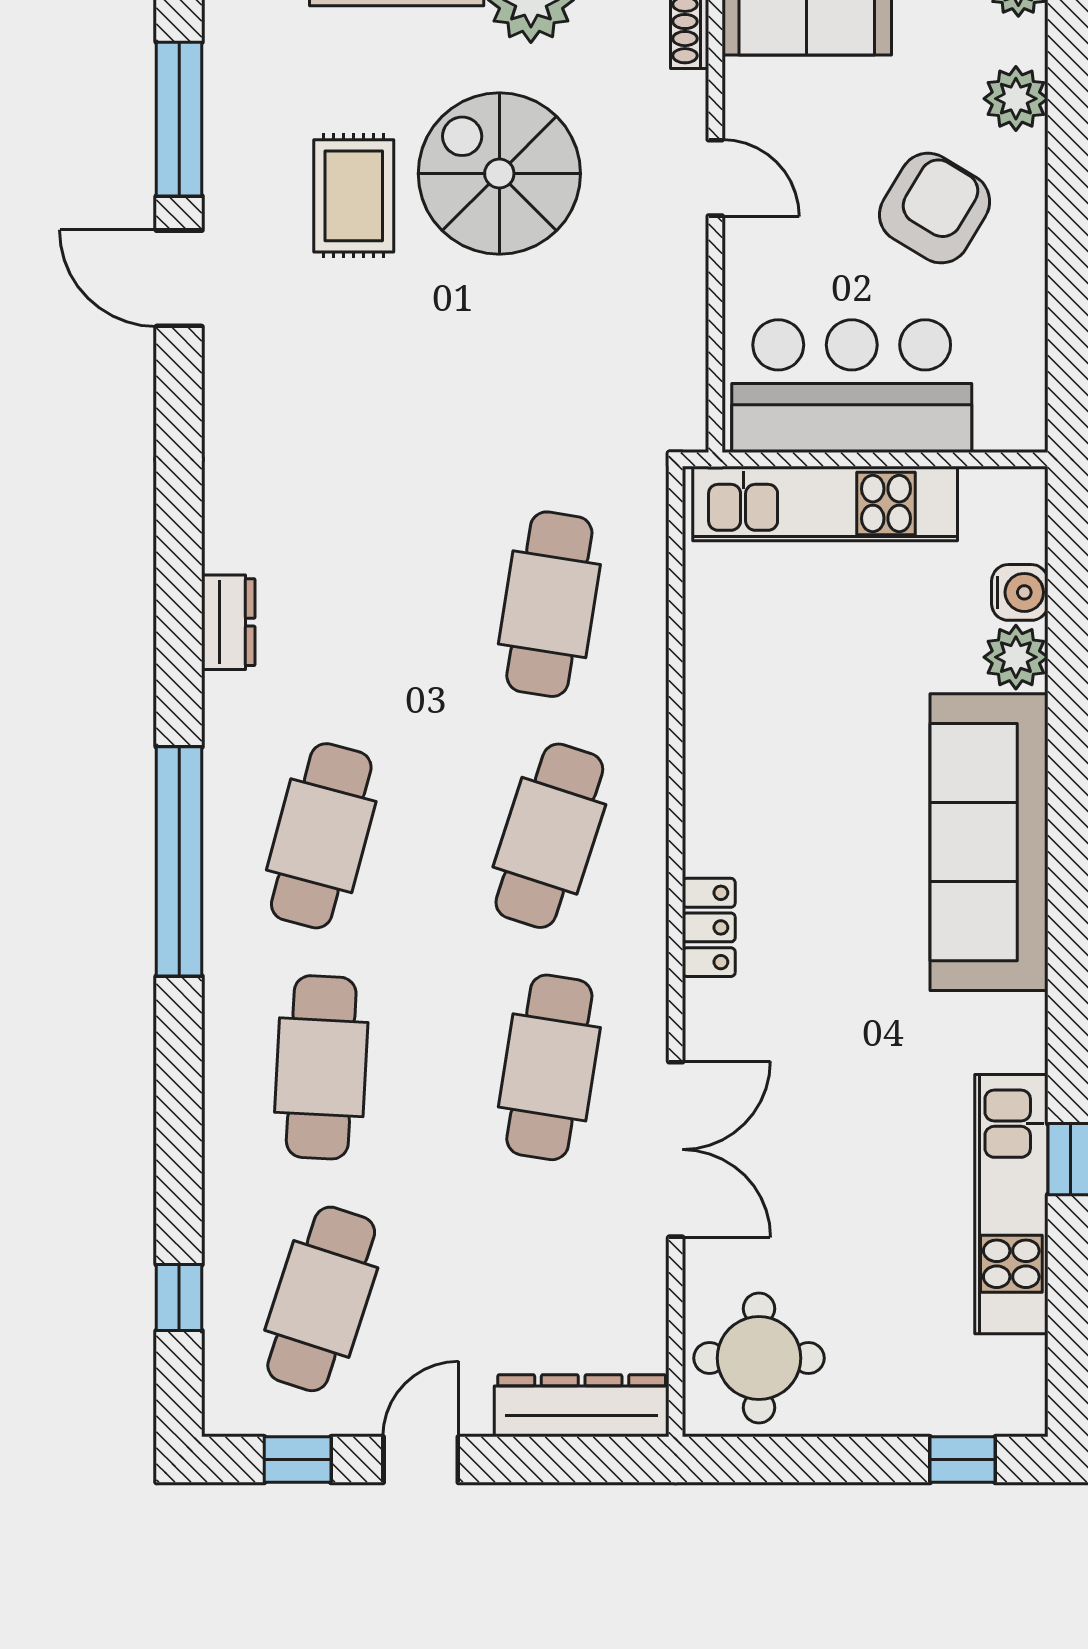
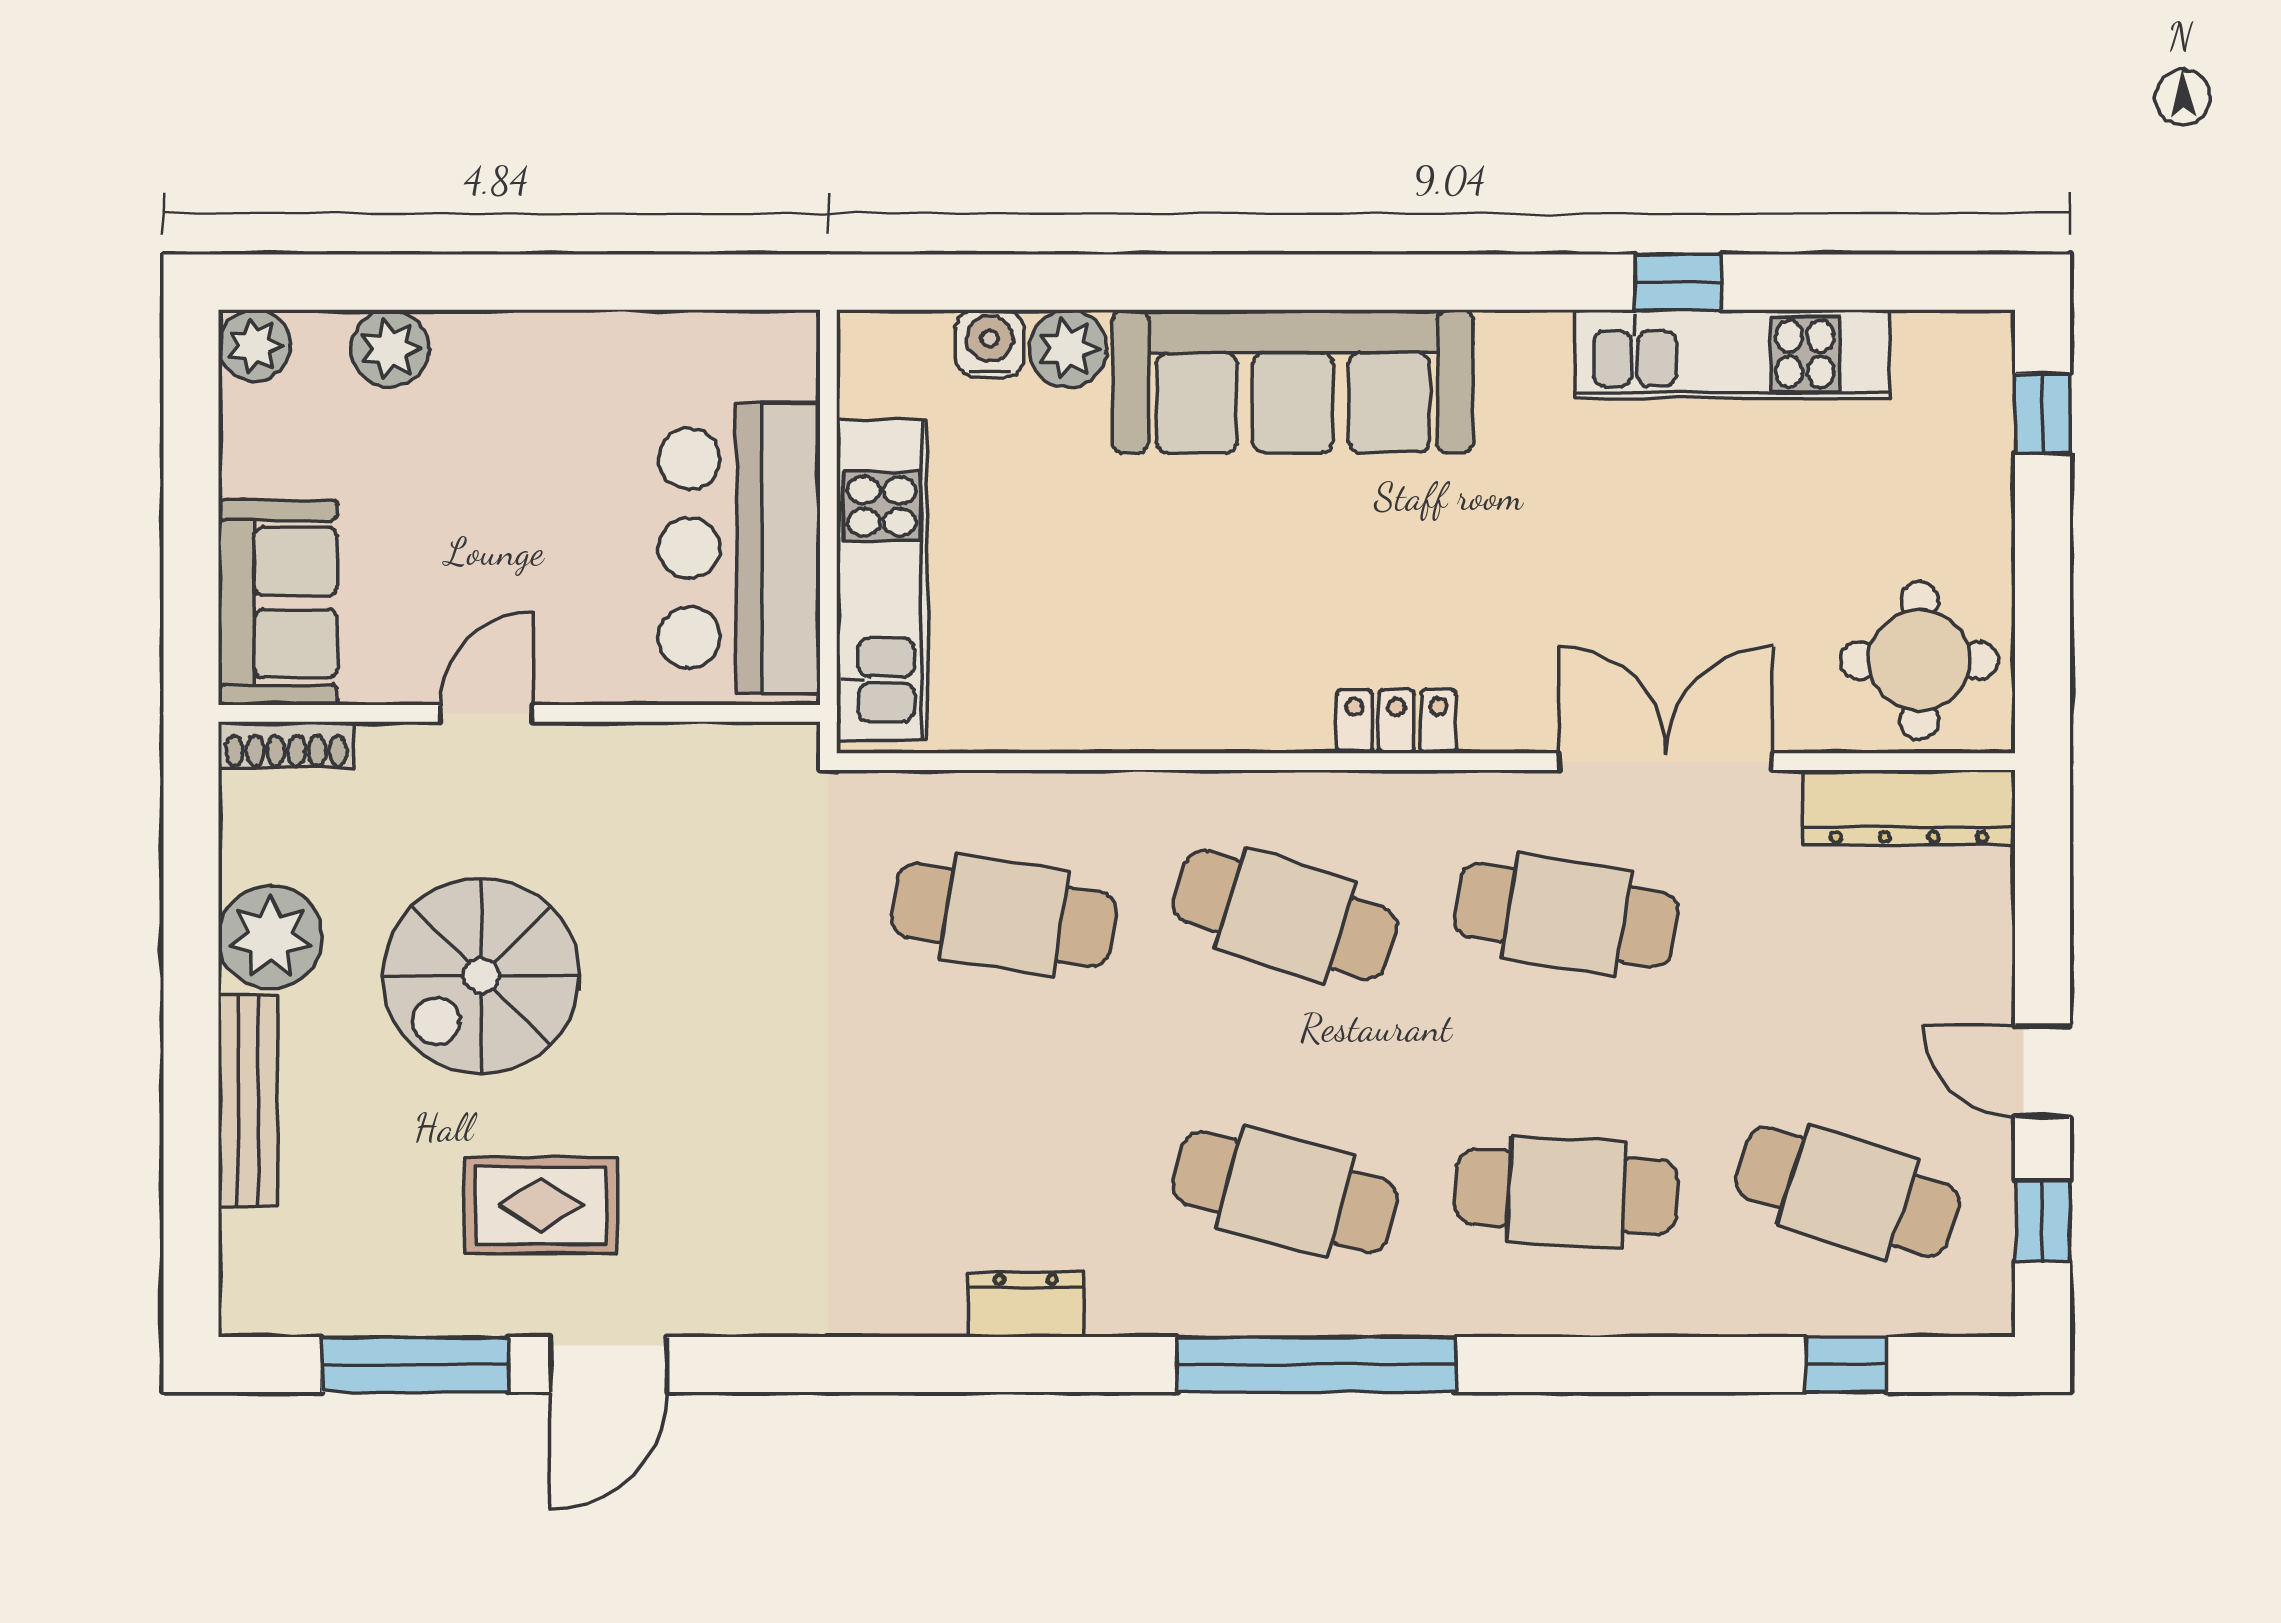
rug: (354, 196) -> (541, 1205), moved
armchair: (935, 208) -> (523, 447), removed
dresser: (582, 1406) -> (1909, 808), moved, turned -90

